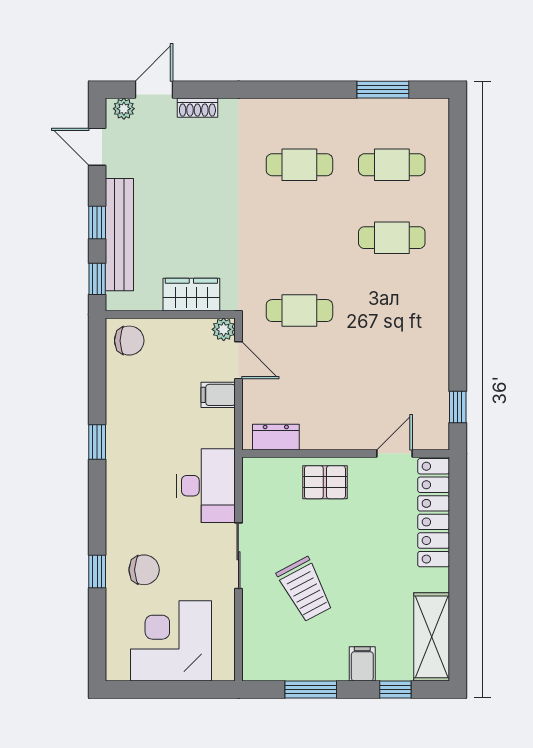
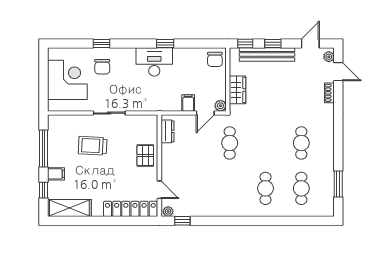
plant: (439, 436) -> (168, 212), added
desk: (206, 486) -> (154, 62), moved, turned 180
trolley: (305, 589) -> (93, 146), turned 31
window: (311, 690) -> (43, 149), width x1.44

